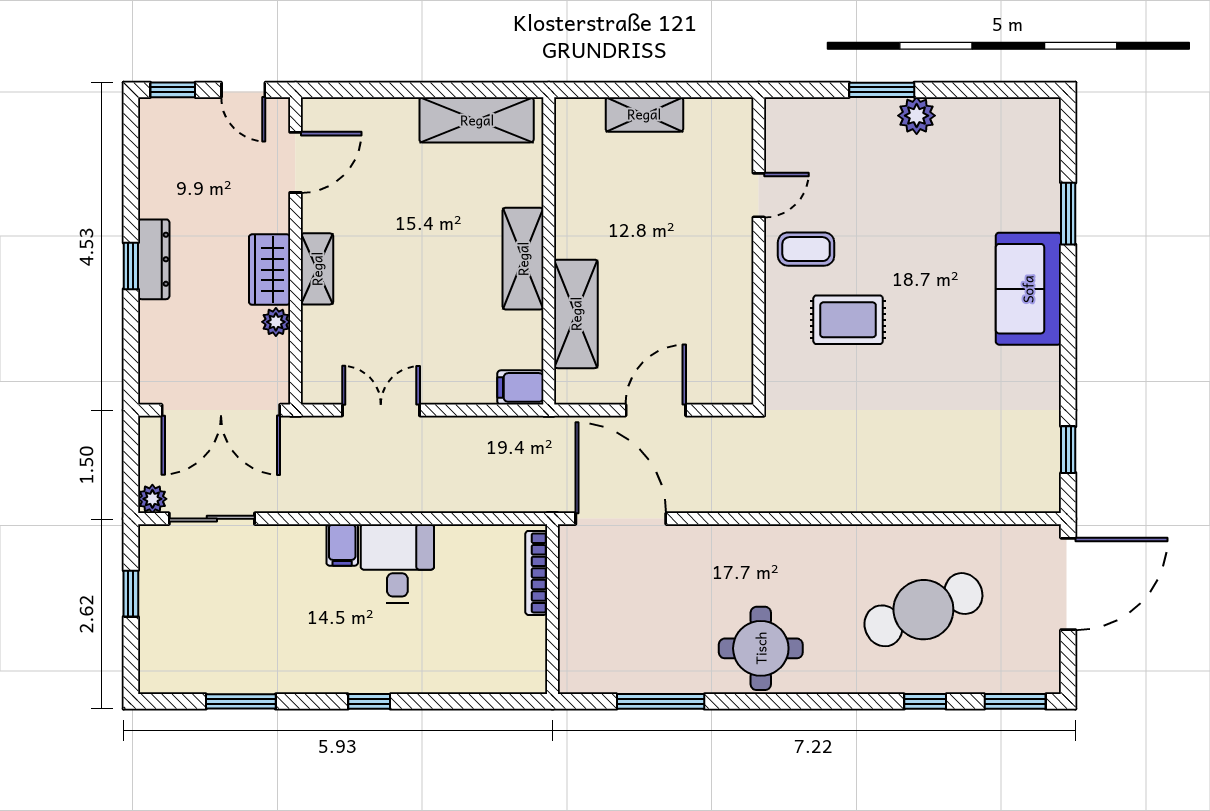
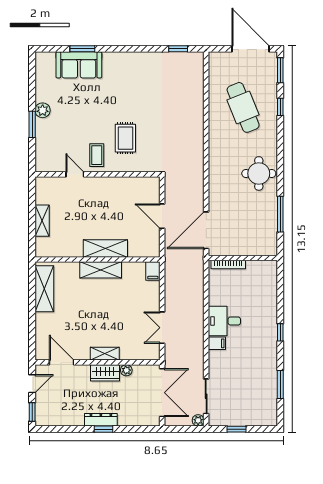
sofa: (1028, 289) -> (79, 65), moved
shelving: (576, 314) -> (105, 248), moved
door: (1068, 584) -> (251, 49), moved

